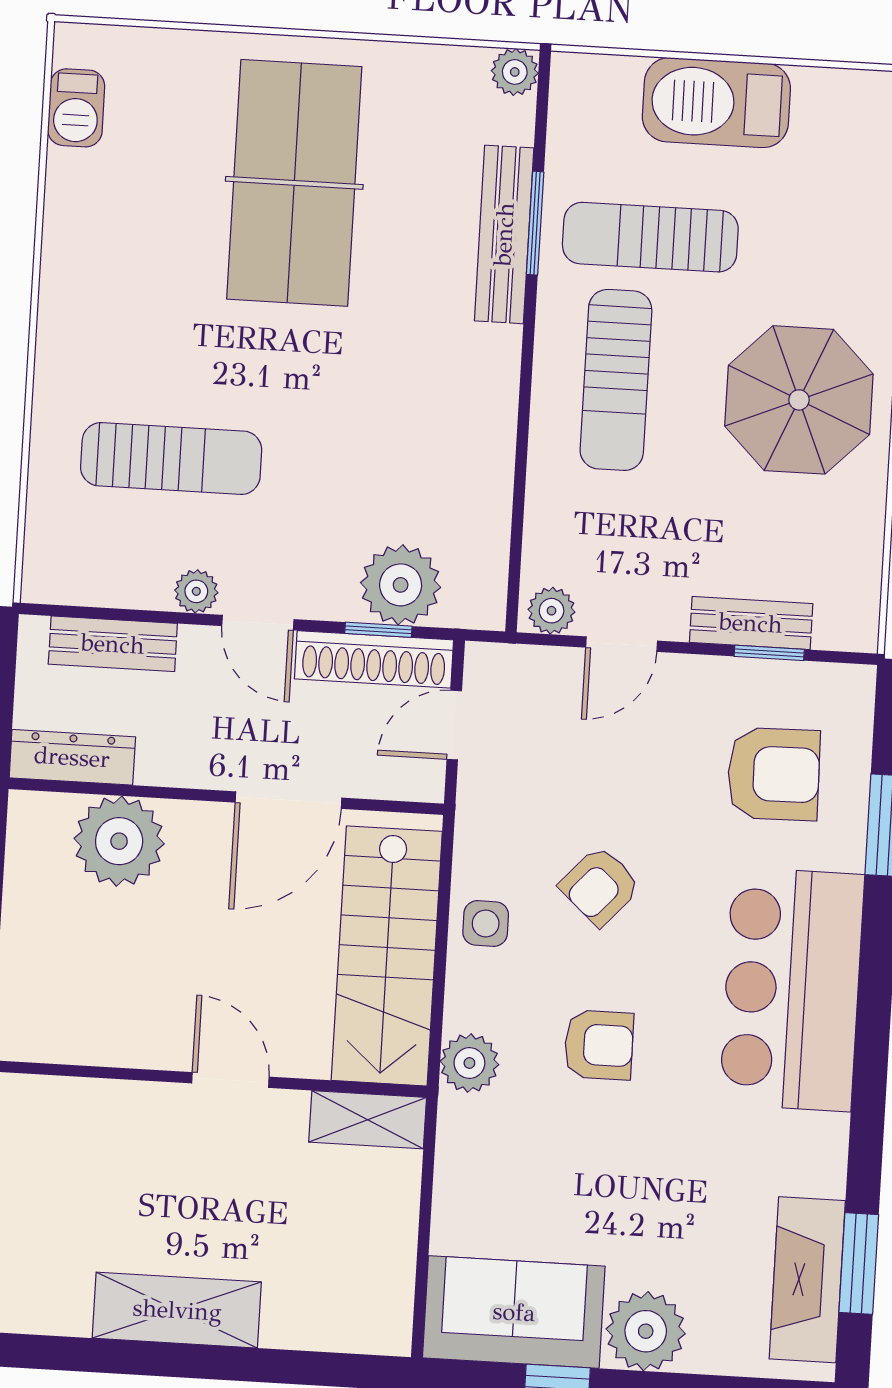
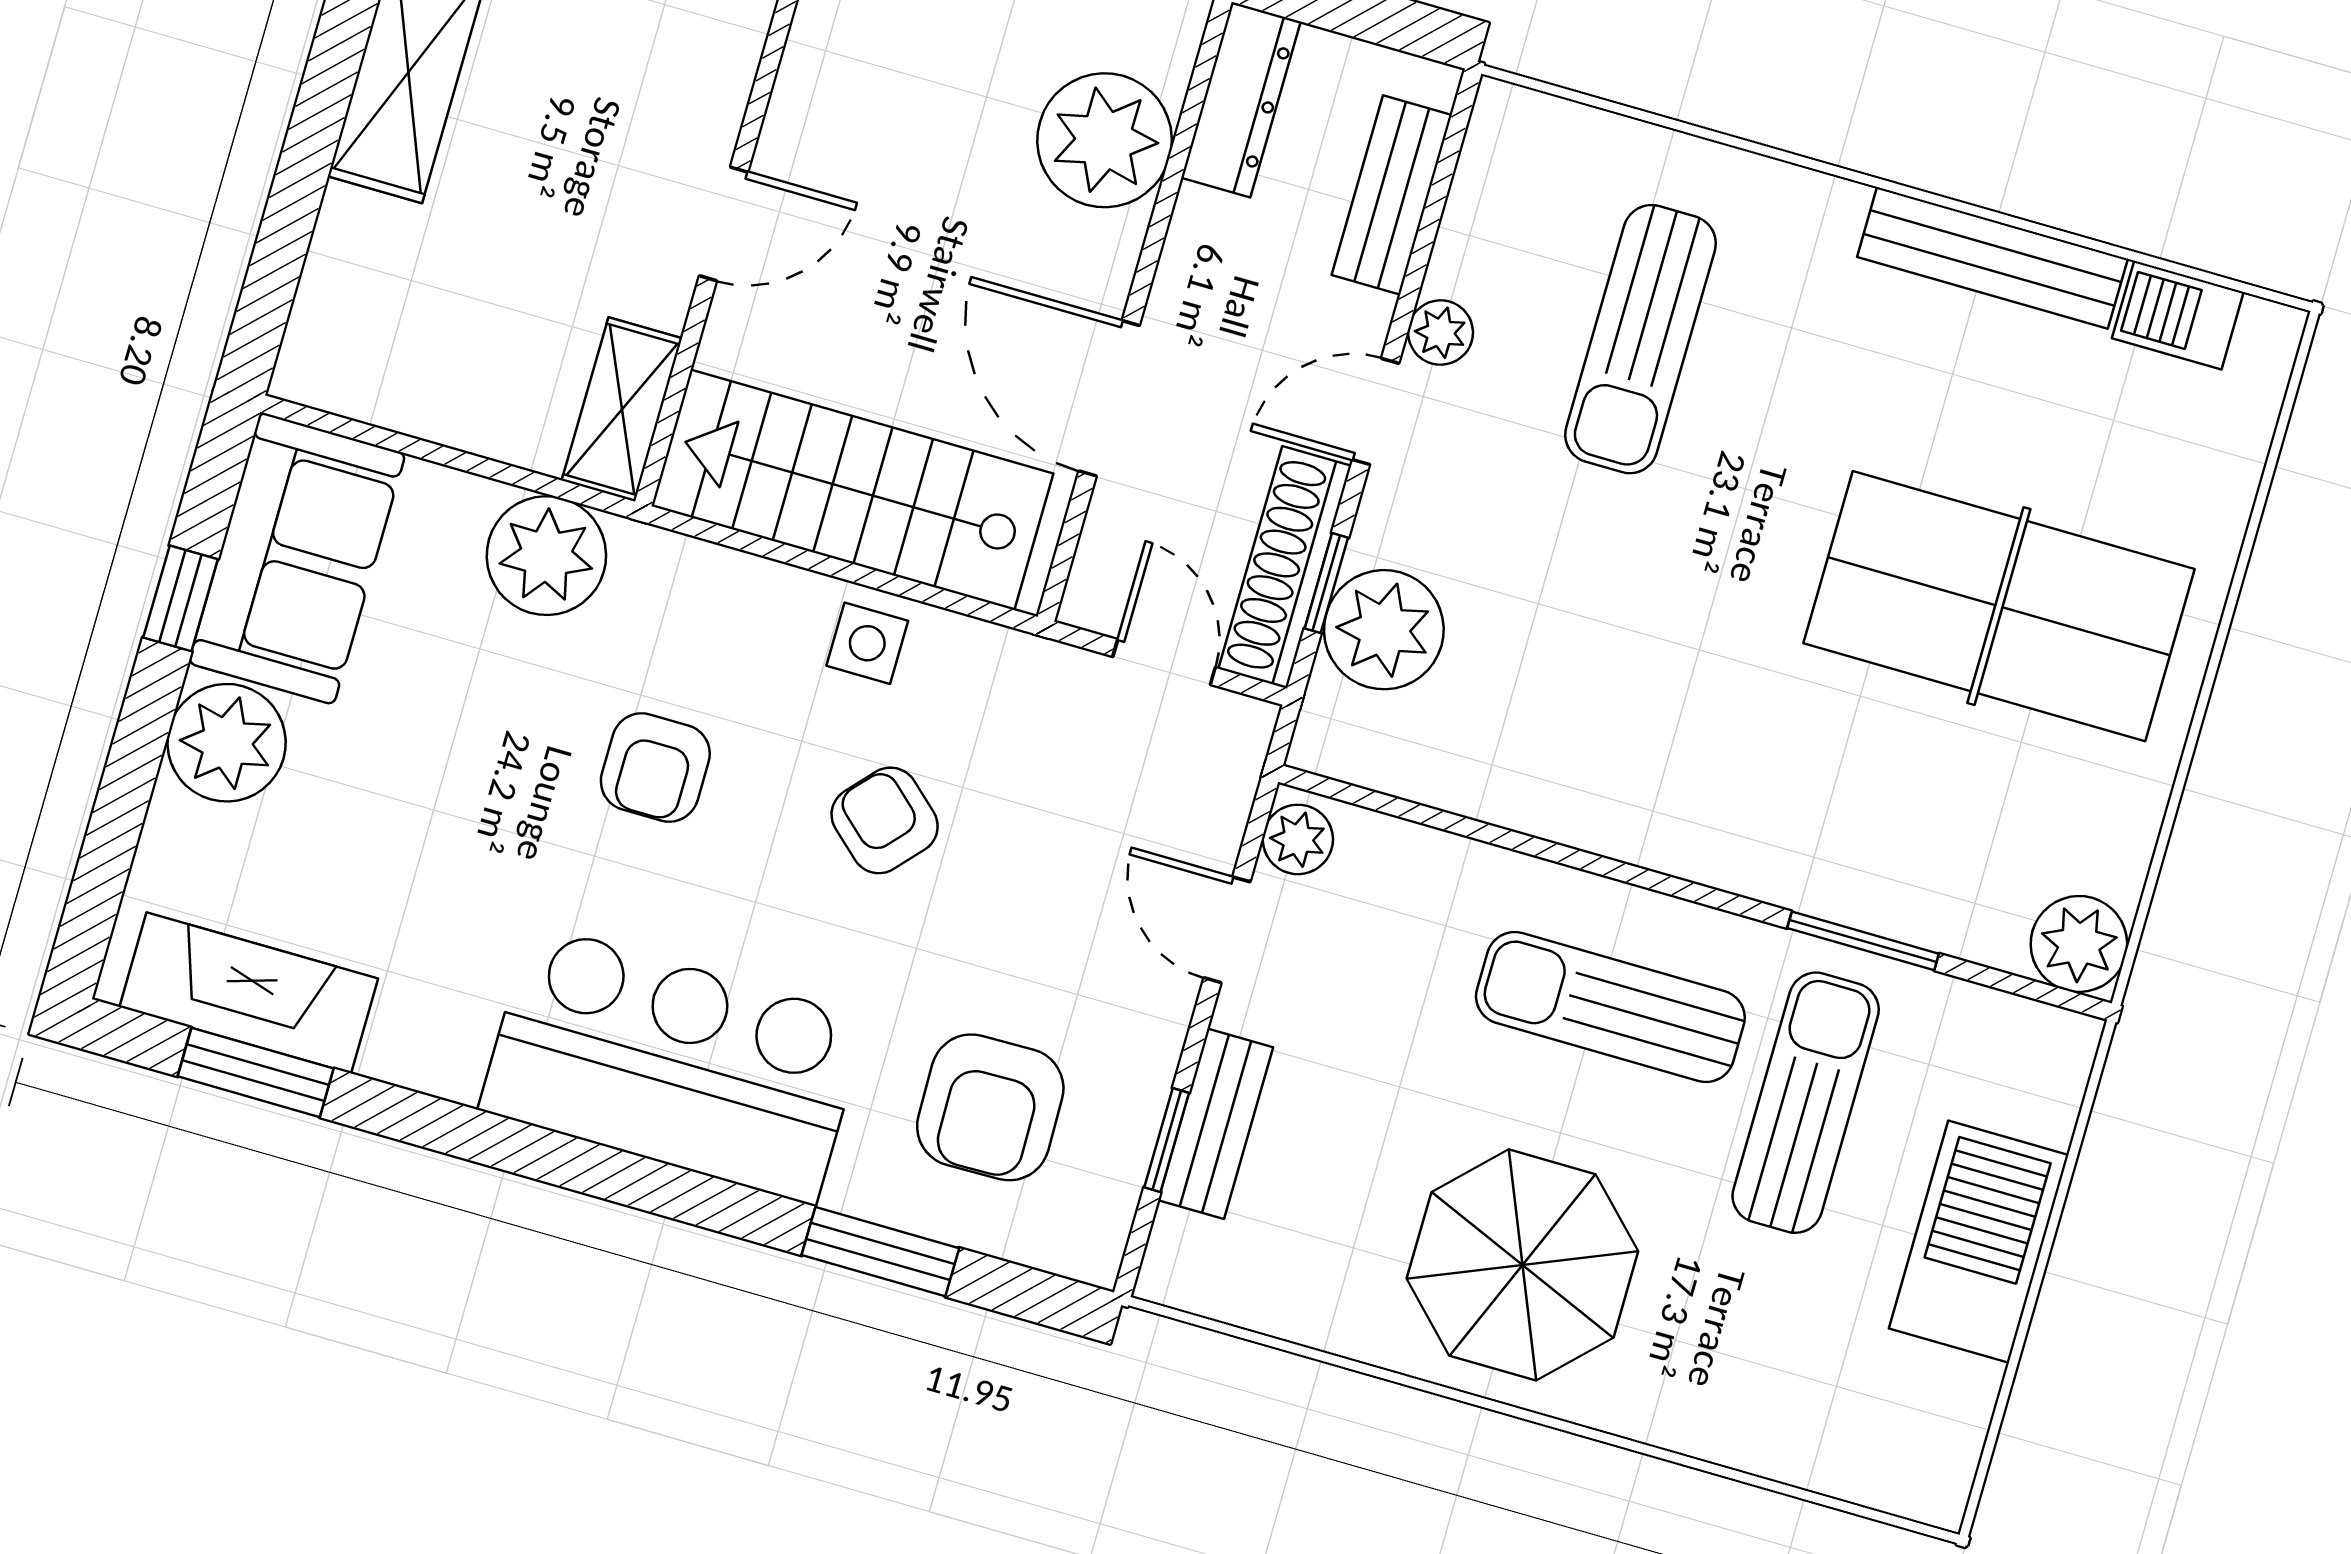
plant: (515, 72) -> (2079, 944), width x1.38, depth x1.38
bench: (504, 234) -> (1992, 258), moved
plant: (469, 1063) -> (546, 556), moved, width x1.36, depth x1.36

